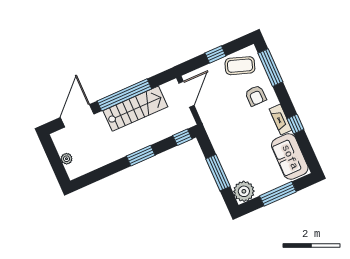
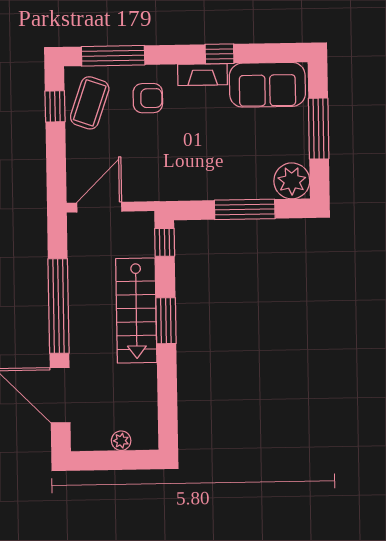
window: (215, 55) -> (55, 106), moved
door: (186, 94) -> (99, 207), hinge flipped
stairs: (135, 109) -> (136, 310), moved, turned 180

